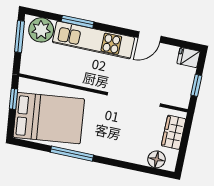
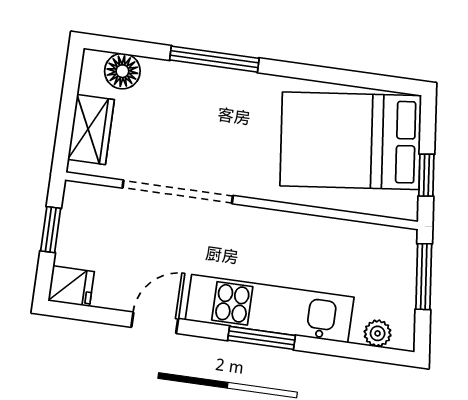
window: (78, 22) -> (262, 338), moved
plant: (41, 30) -> (378, 333), width x0.53, depth x0.53
window: (19, 36) -> (424, 277), moved
window: (72, 154) -> (214, 59), moved

